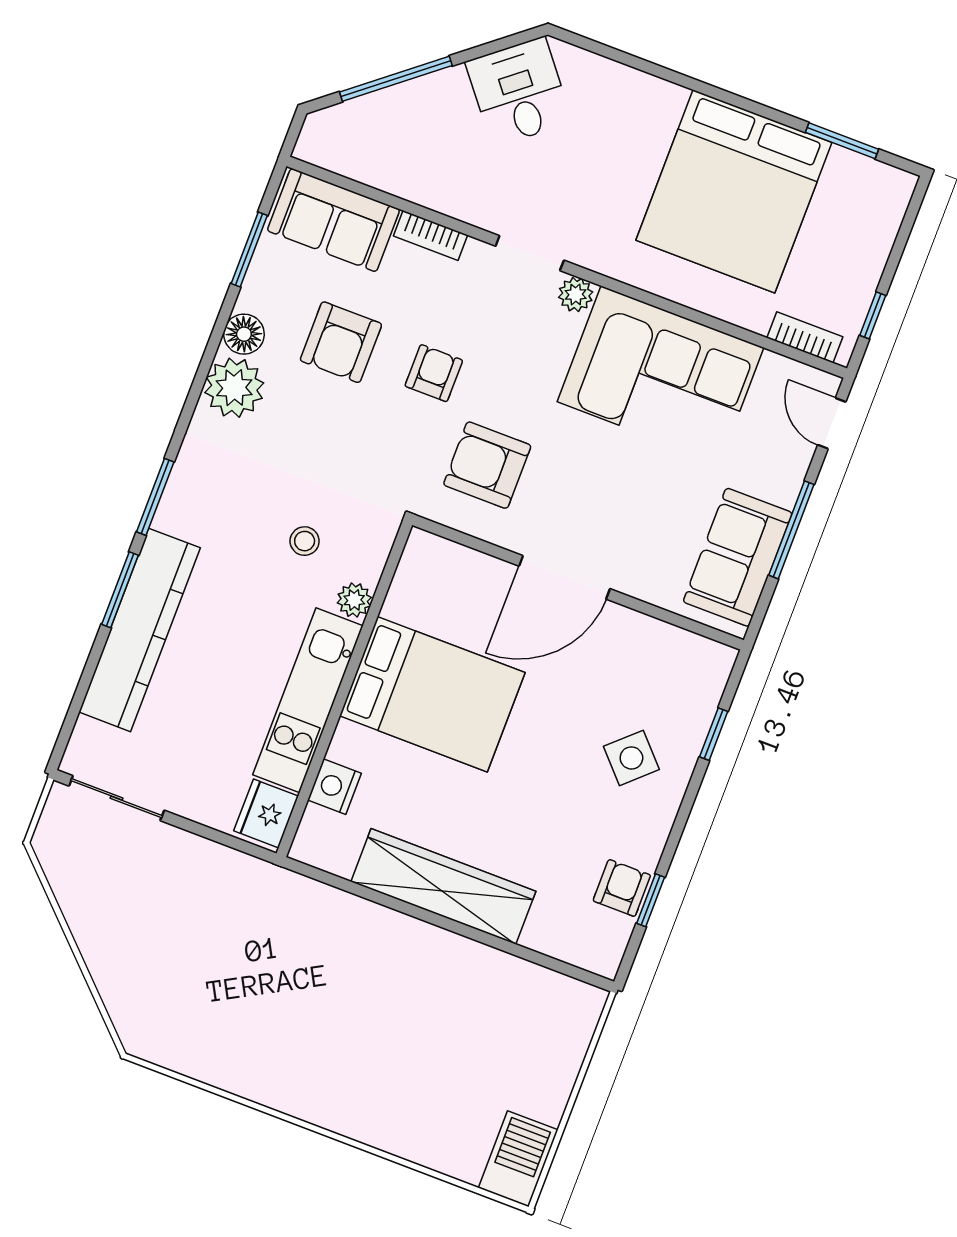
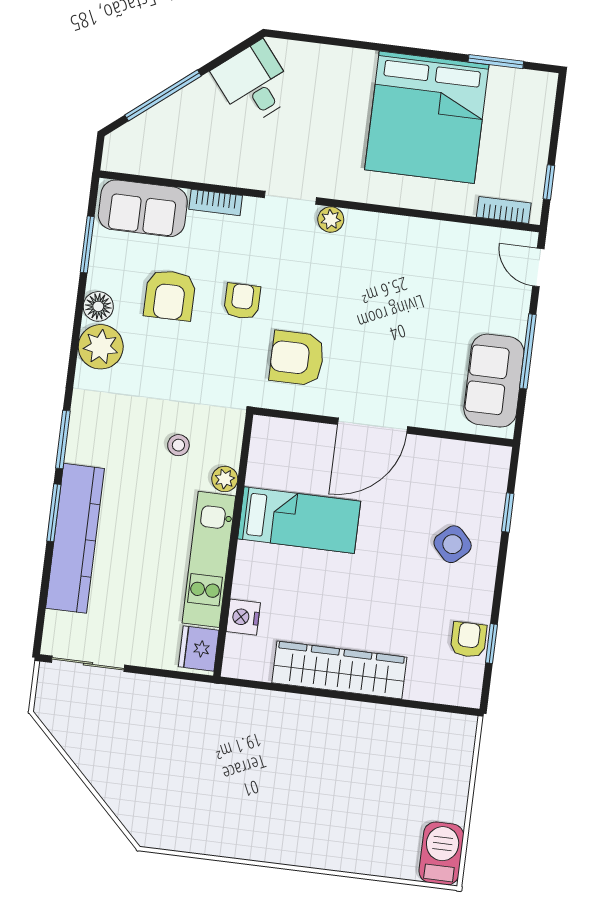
corner sofa: (660, 375) -> (406, 262), removed
bed: (432, 694) -> (299, 520), width x0.67

